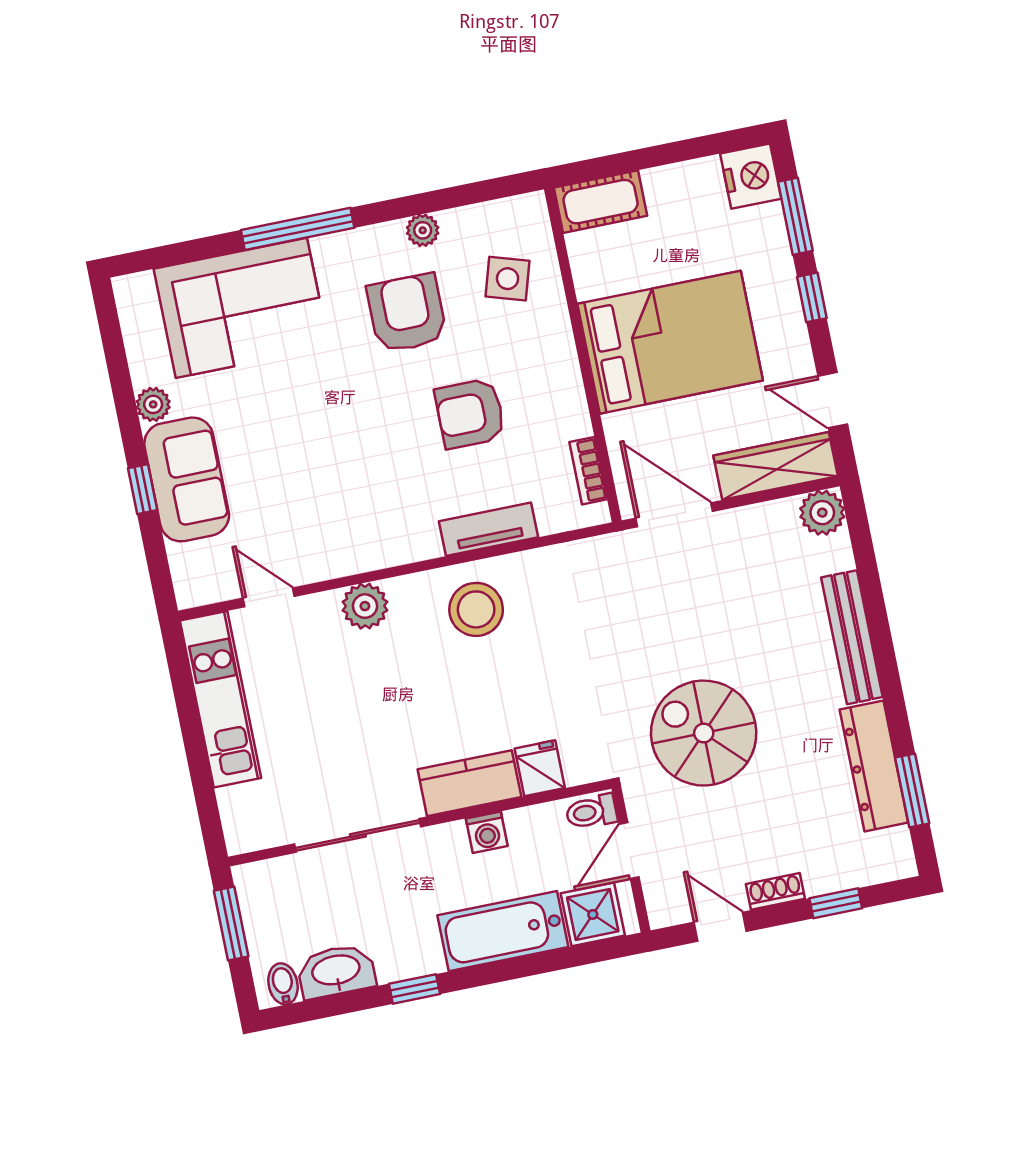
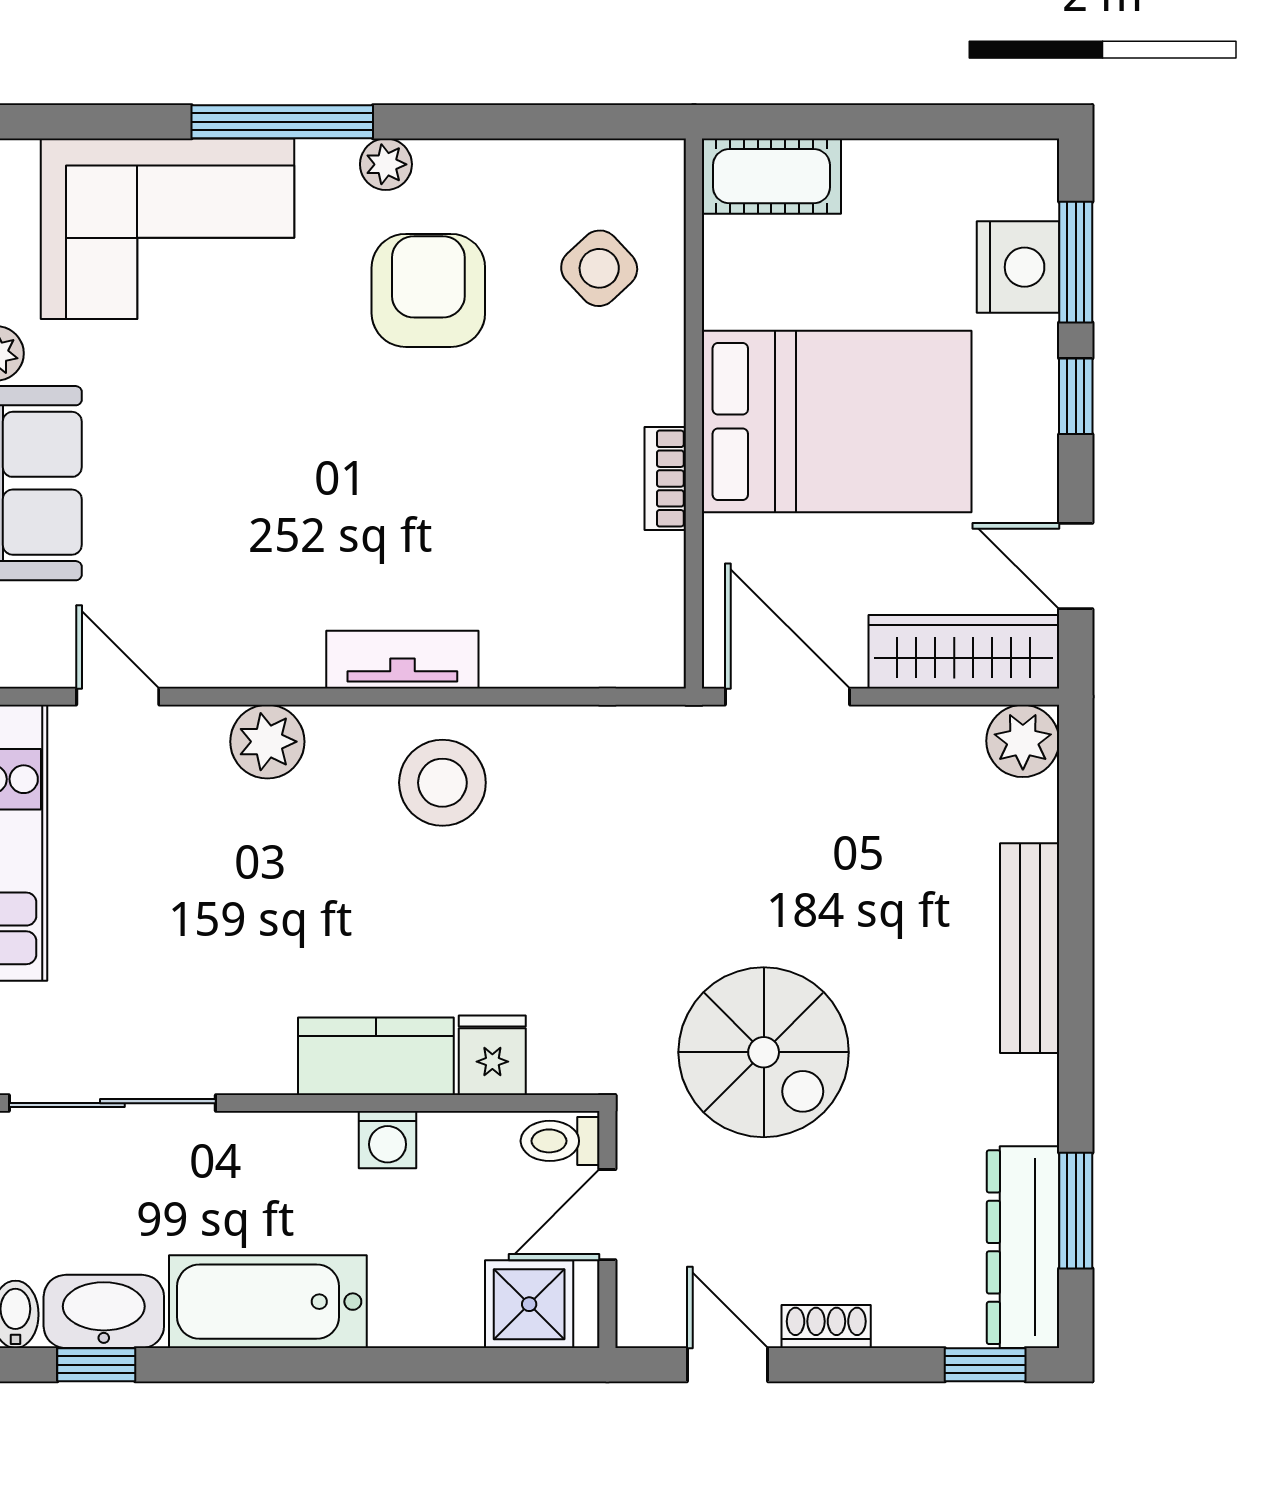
nightstand: (751, 176) -> (1018, 267), moved
plant: (423, 230) -> (386, 164), moved
side table: (508, 279) -> (599, 268), turned 30
armchair: (470, 413) -> (496, 470), removed
bookcase: (588, 471) -> (665, 479), moved
tv unit: (488, 529) -> (402, 660), moved
spiral stairs: (704, 733) -> (764, 1052), turned 180
dresser: (874, 766) -> (1023, 1247), moved
sliding door: (358, 835) -> (112, 1103), moved
window: (836, 903) -> (985, 1365), moved
bathtub: (503, 931) -> (268, 1302), moved
window: (414, 989) -> (96, 1365), moved

